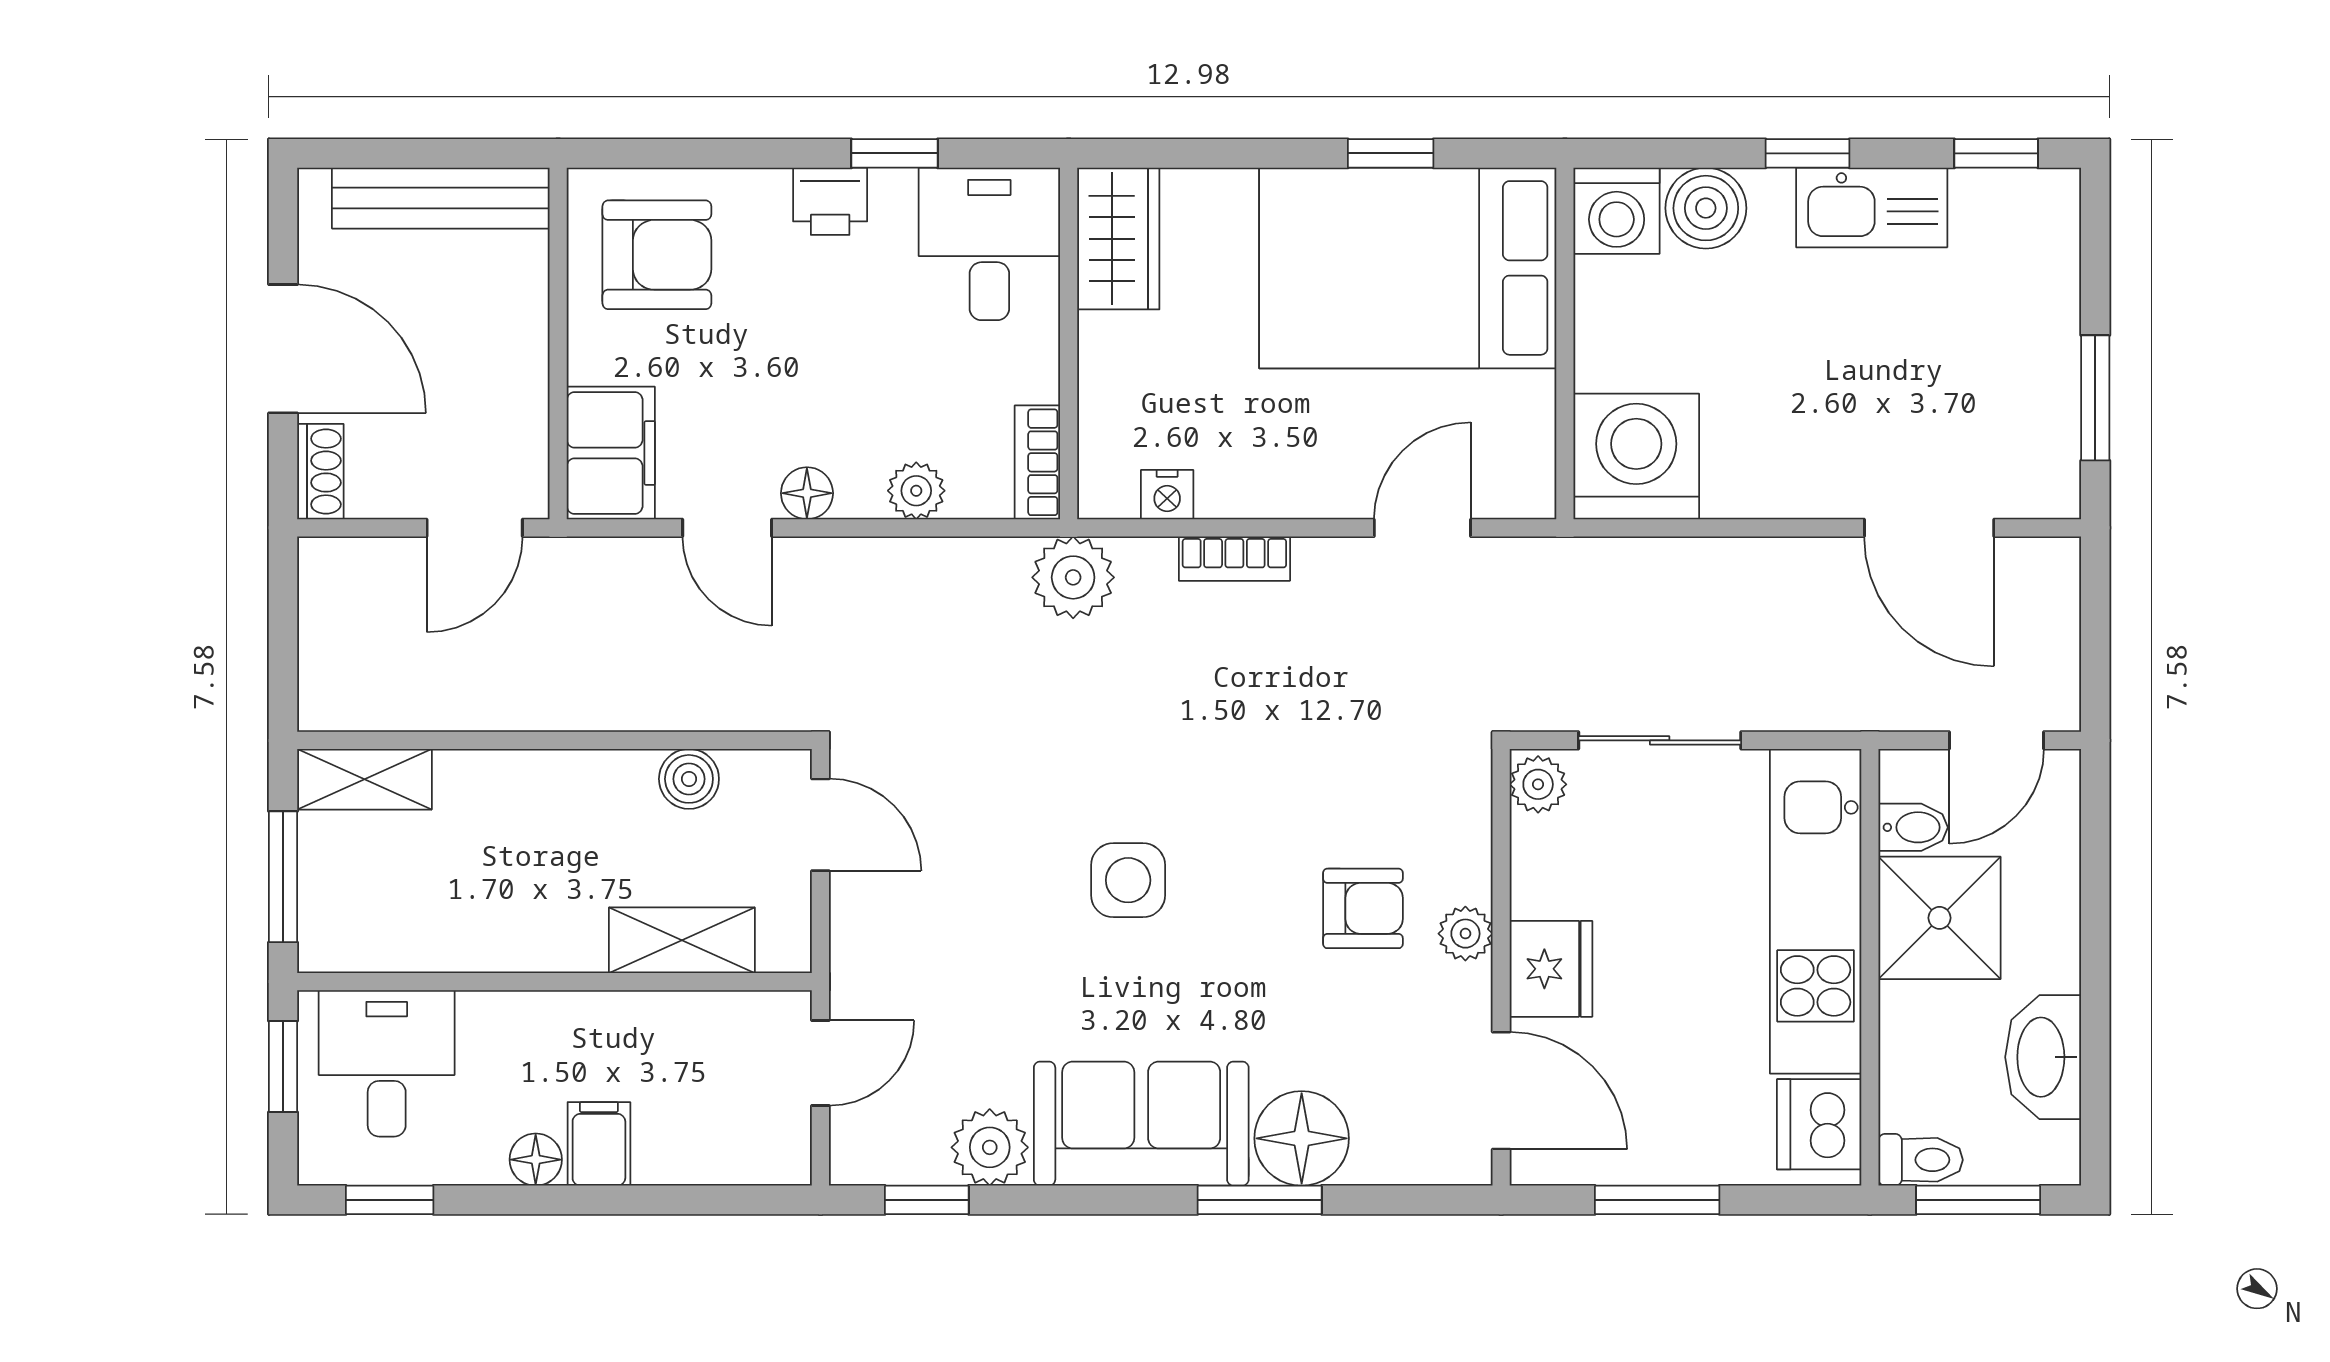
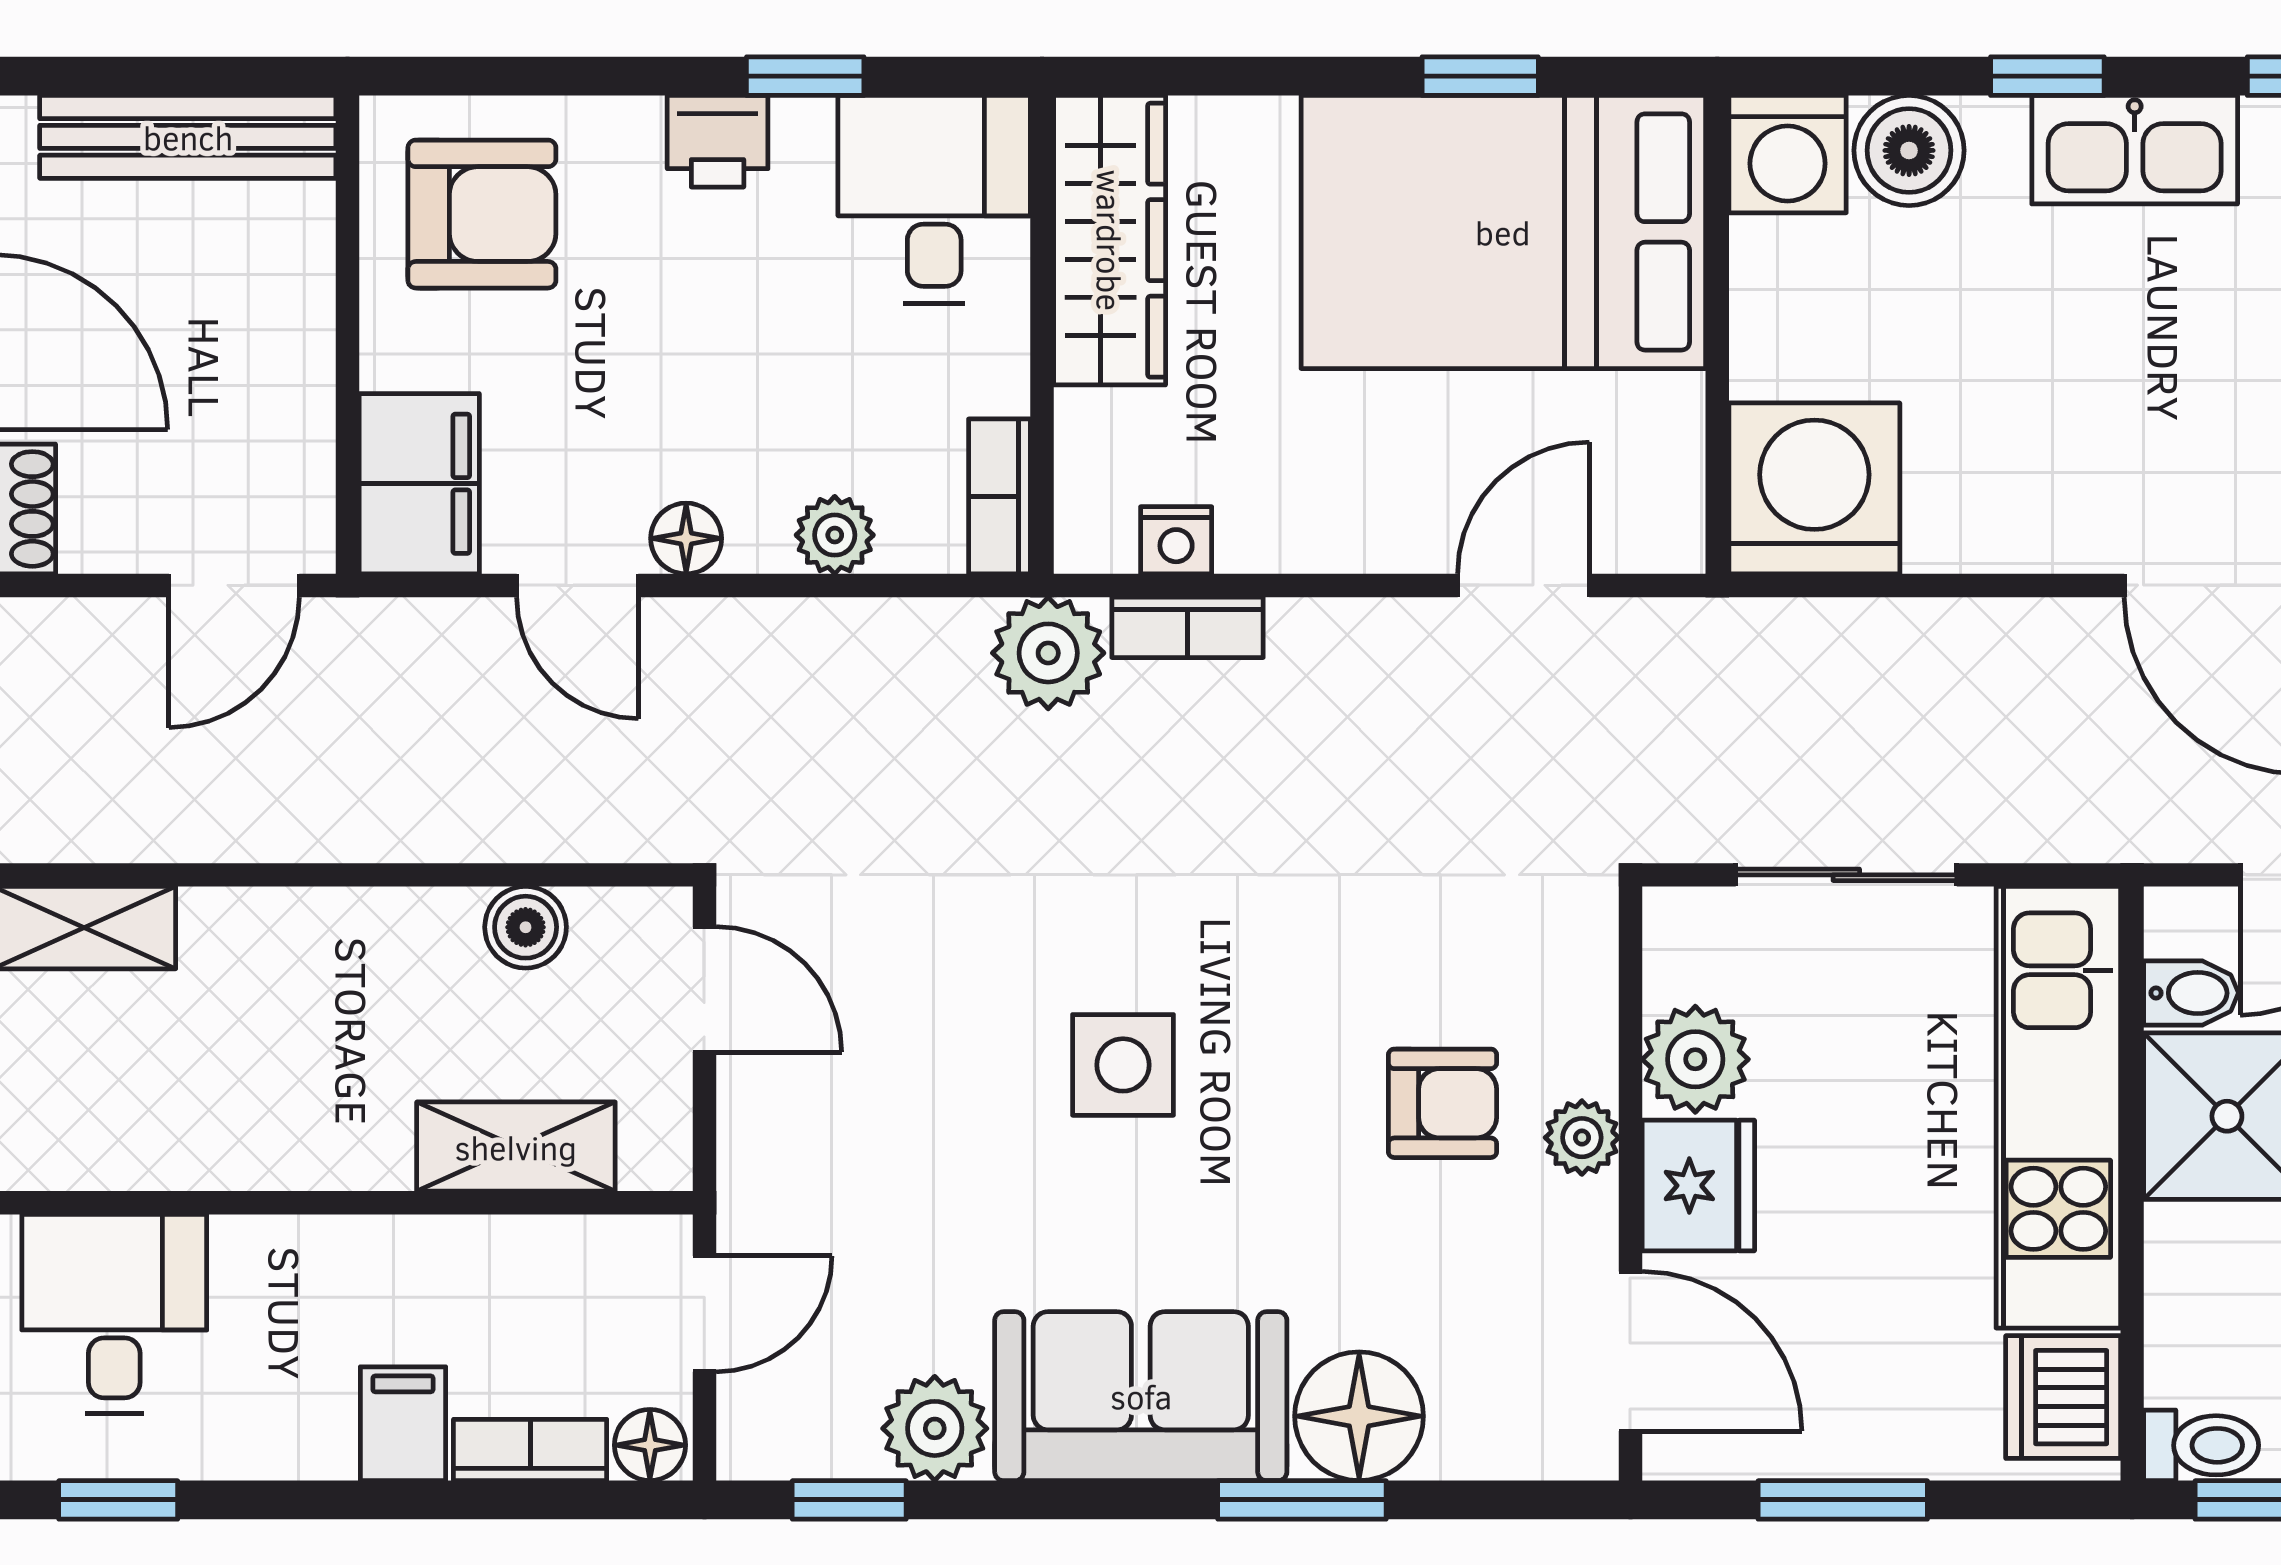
wardrobe: (1118, 239) -> (1110, 240), width x1.50
bookcase: (1234, 559) -> (1188, 627), moved
plant: (1538, 784) -> (1695, 1059), moved, width x1.38, depth x1.38
floor lamp: (536, 1160) -> (650, 1445), moved
bookcase: (692, 1163) -> (530, 1450), added

